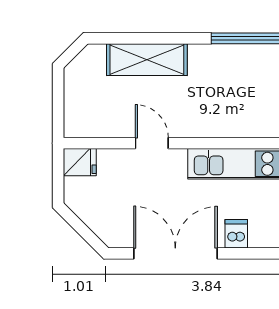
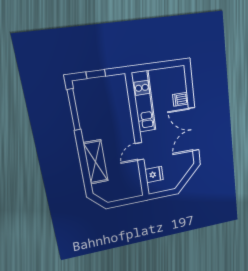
fridge: (80, 162) -> (154, 175), moved, turned 90

